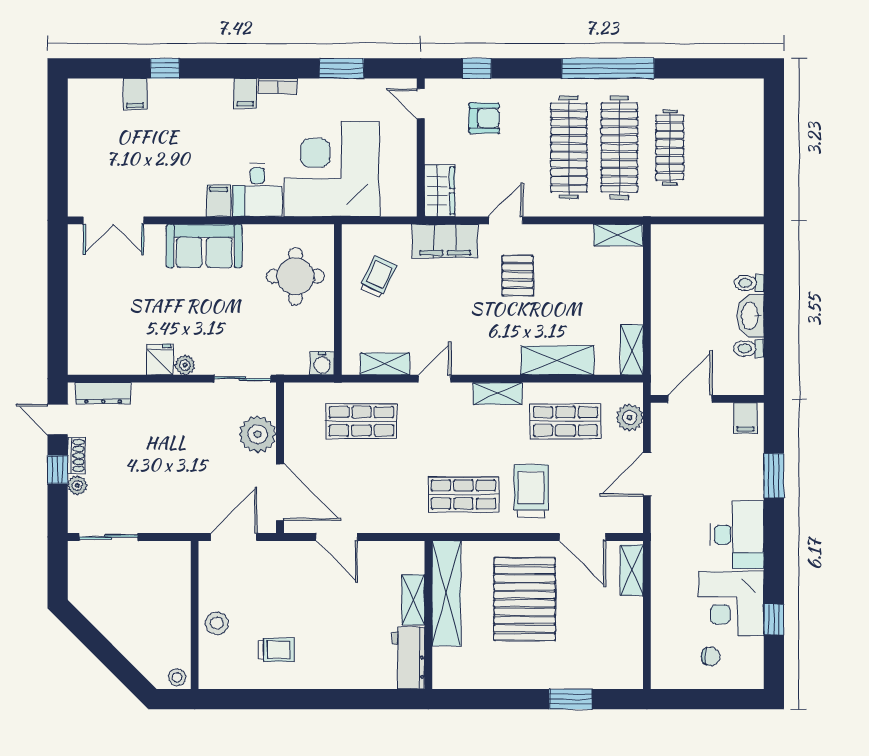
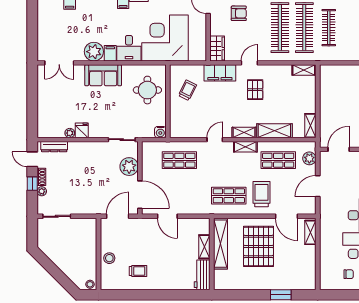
plant: (185, 197) -> (94, 52), added
shelving: (385, 364) -> (244, 132), moved
plant: (185, 365) -> (70, 133), moved

